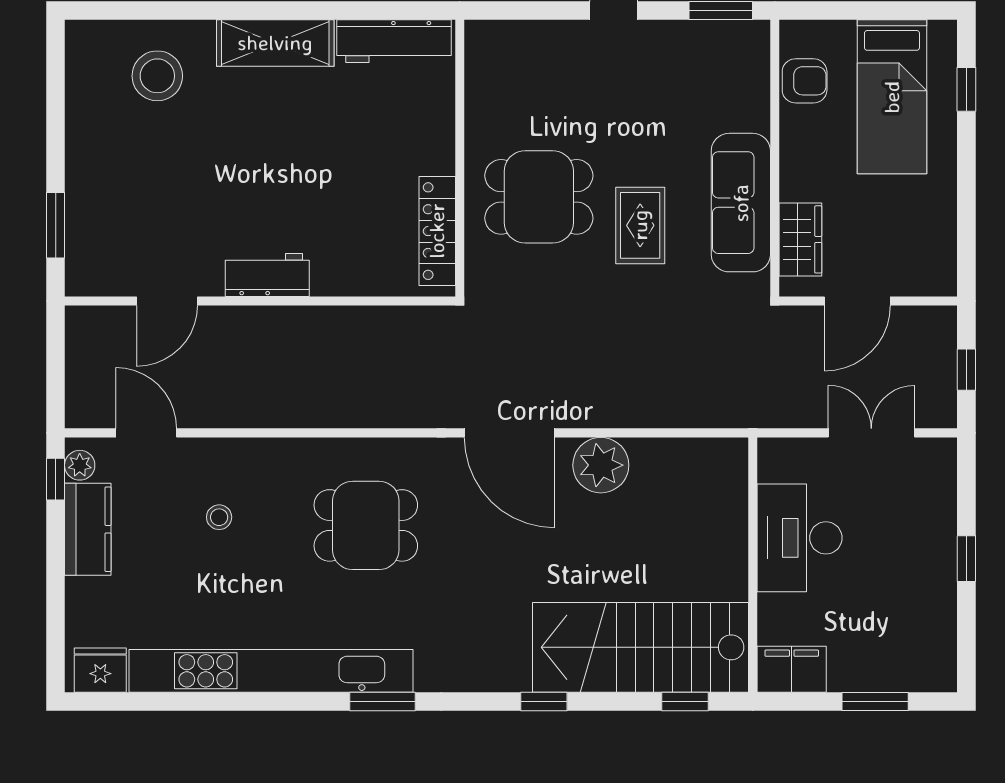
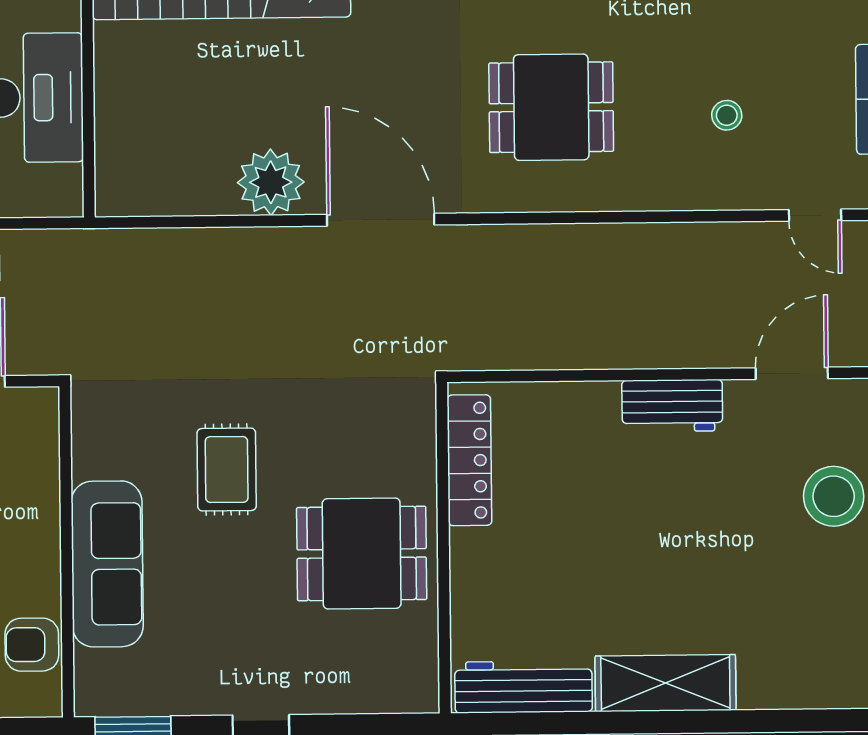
stool: (157, 76) -> (834, 496), moved
dining table: (539, 197) -> (362, 553), moved
sofa: (741, 203) -> (107, 564), moved
wardrobe: (800, 239) -> (35, 455), removed
door: (146, 433) -> (815, 215), width x0.73

